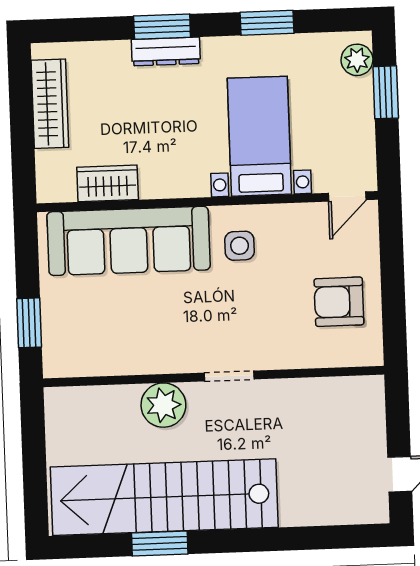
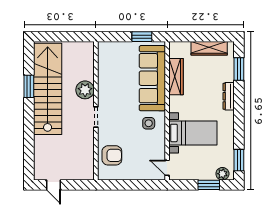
window: (267, 23) -> (239, 160), moved
window: (162, 27) -> (239, 69), moved
wardrobe: (108, 183) -> (176, 77), width x1.50
armchair: (339, 302) -> (112, 155), moved, turned 90
window: (29, 323) -> (142, 37), moved

